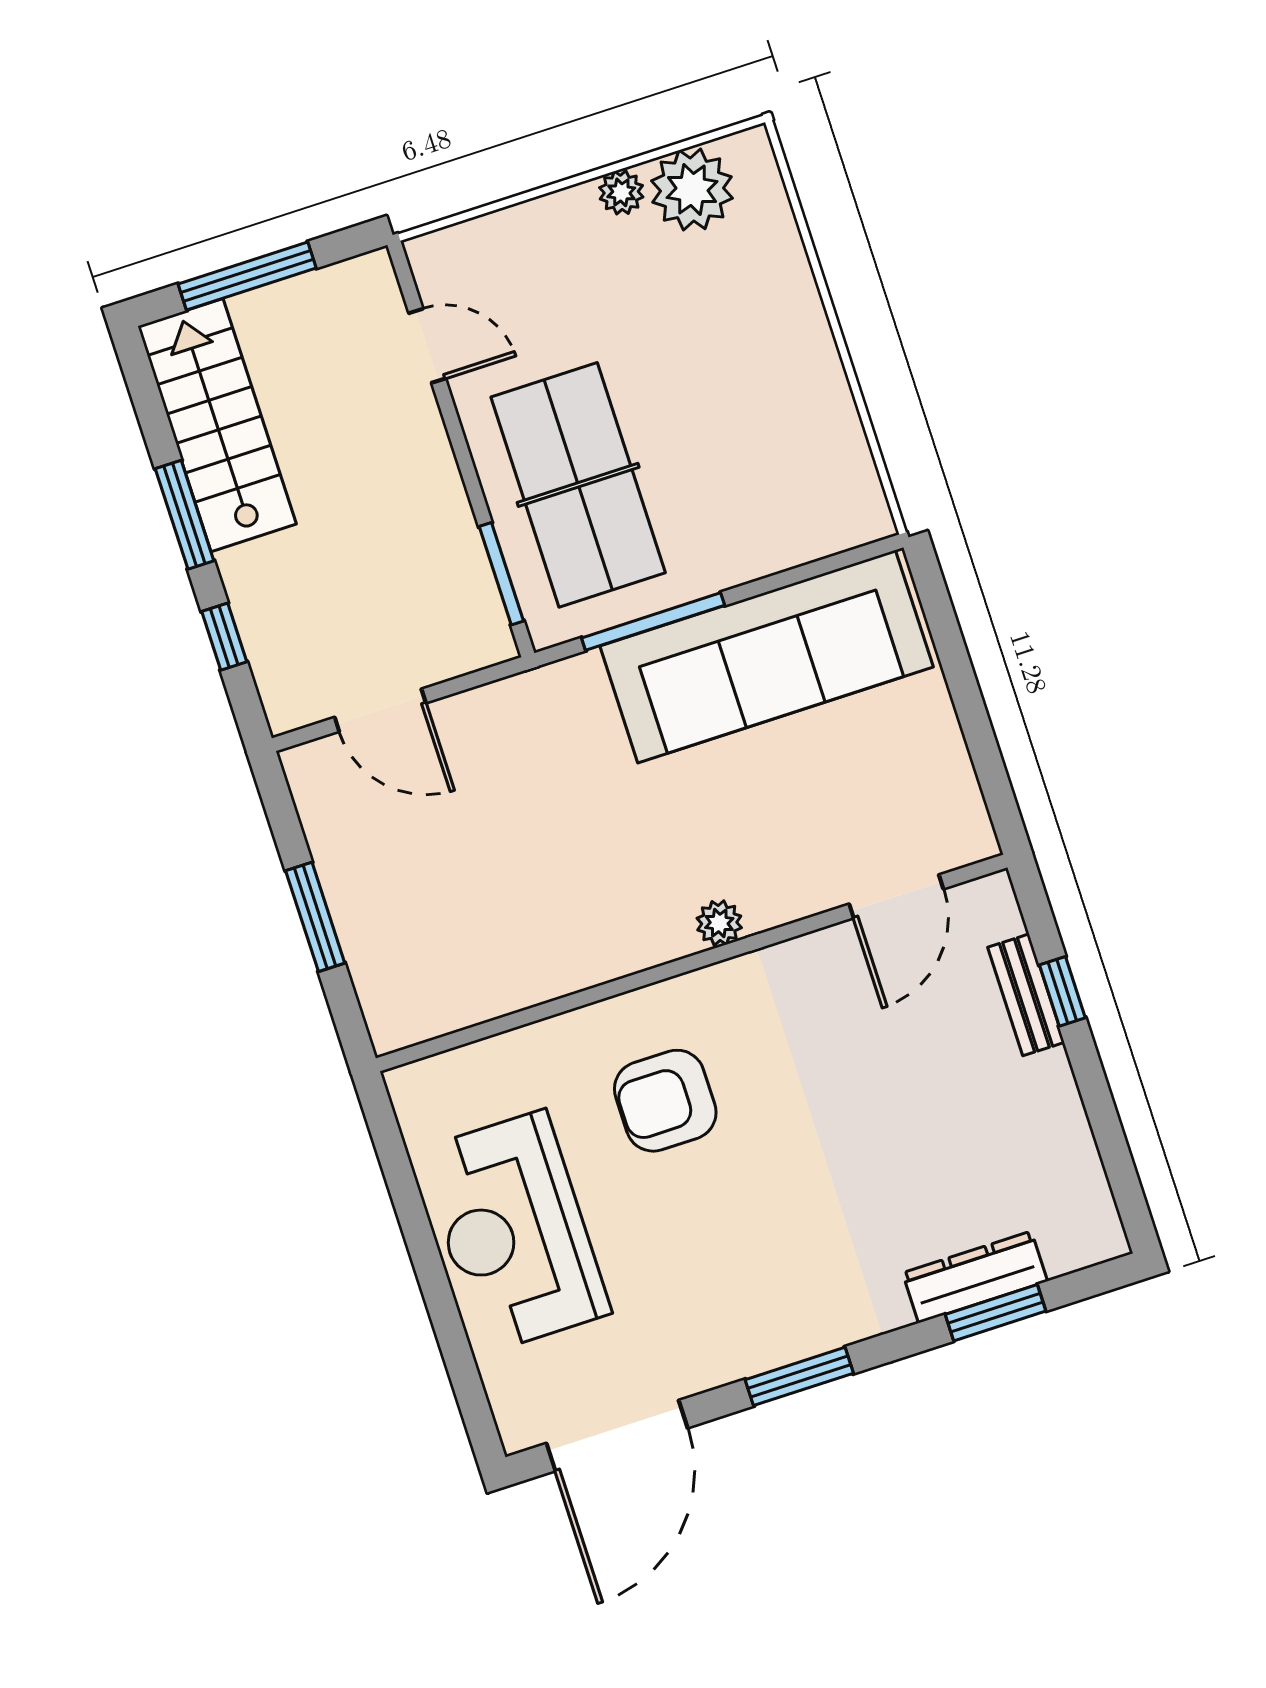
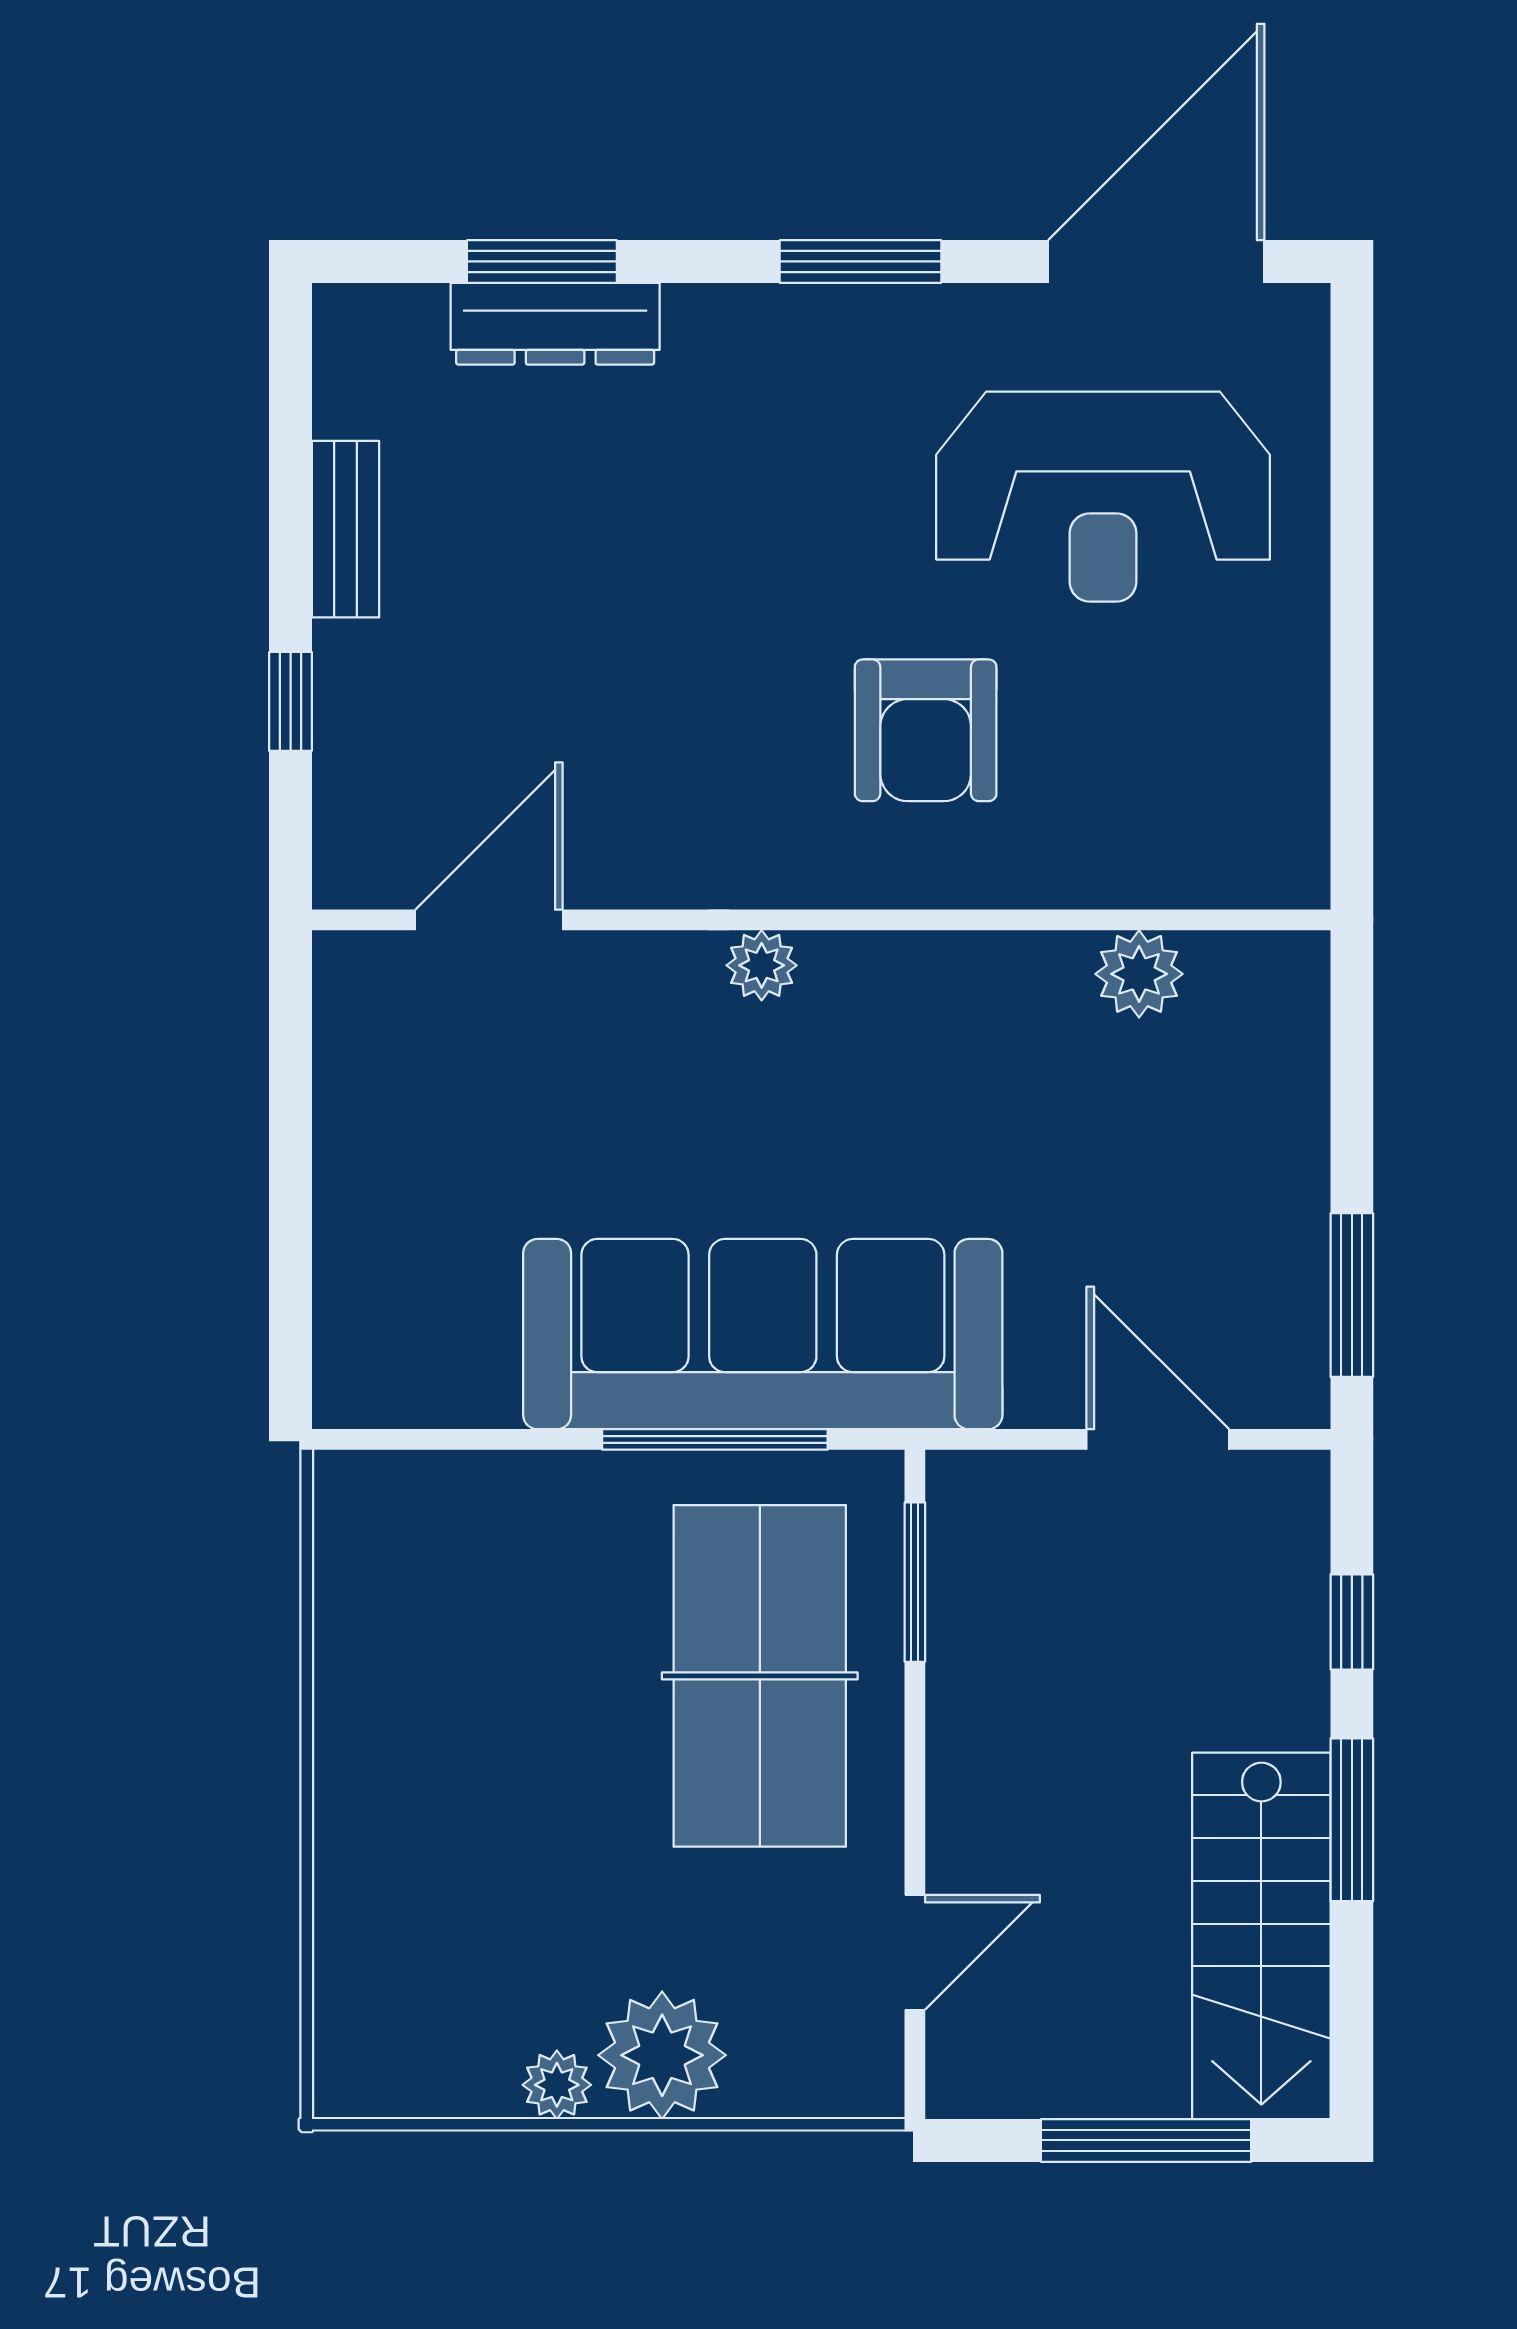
plant: (692, 189) -> (662, 2055), moved
door: (427, 346) -> (915, 1952), swing flipped
sofa: (767, 656) -> (763, 1334), moved
window: (315, 917) -> (1352, 1295), moved
plant: (485, 993) -> (1139, 974), added
bench: (1026, 995) -> (345, 529), moved
armchair: (665, 1101) -> (926, 730), turned 90
reception desk: (515, 1232) -> (1103, 497), moved, turned 90

